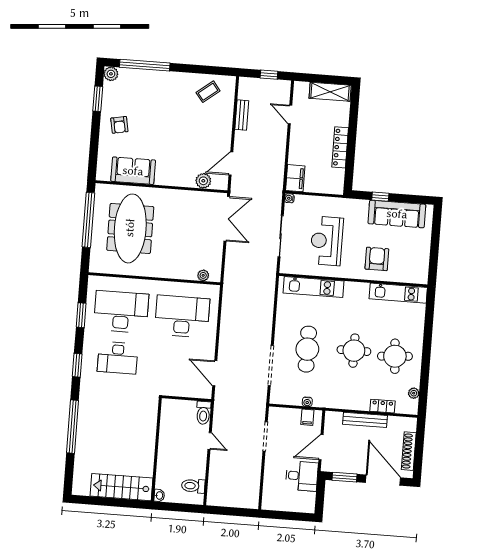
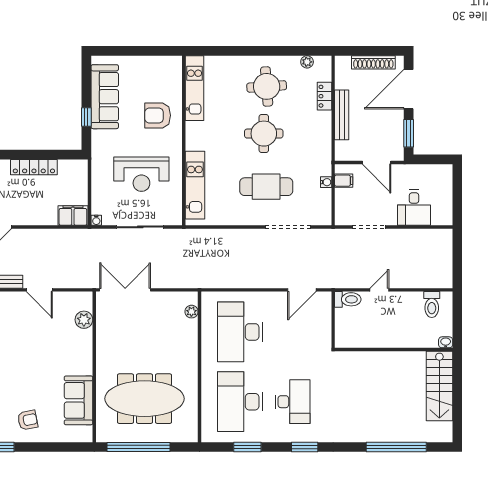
door: (231, 163) -> (39, 290), moved
window: (72, 427) -> (396, 447), moved
desk: (302, 476) -> (414, 208), moved, turned 180

